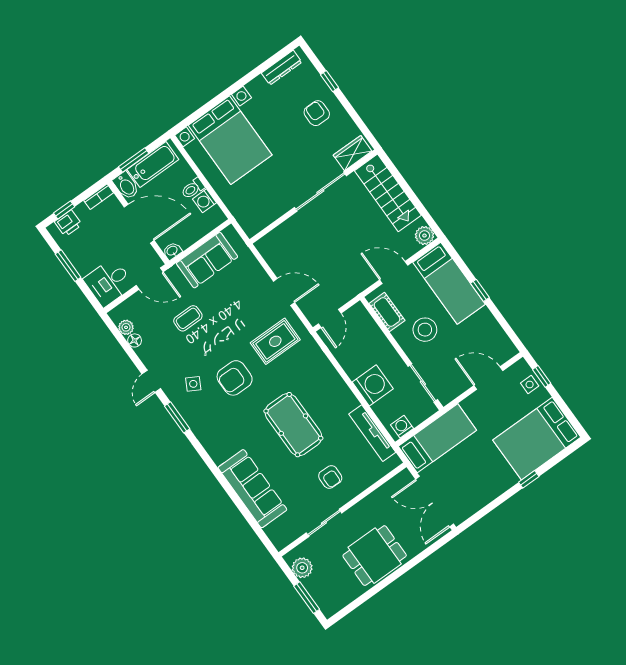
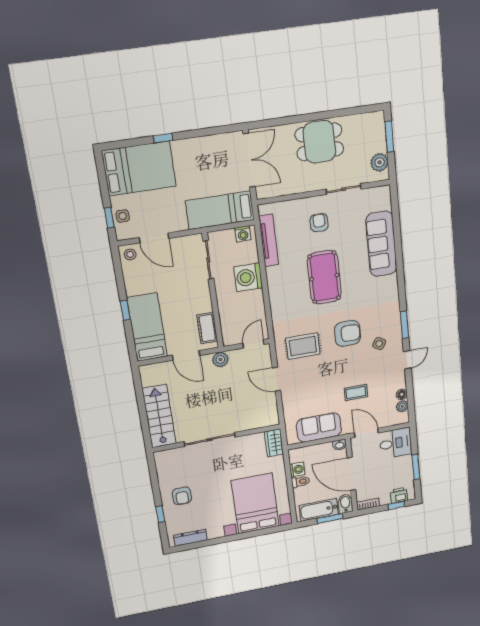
wardrobe: (353, 153) -> (274, 443), moved, turned 90
plant: (424, 236) -> (220, 359), moved
stool: (425, 330) -> (130, 254), moved, width x0.53, depth x0.53

